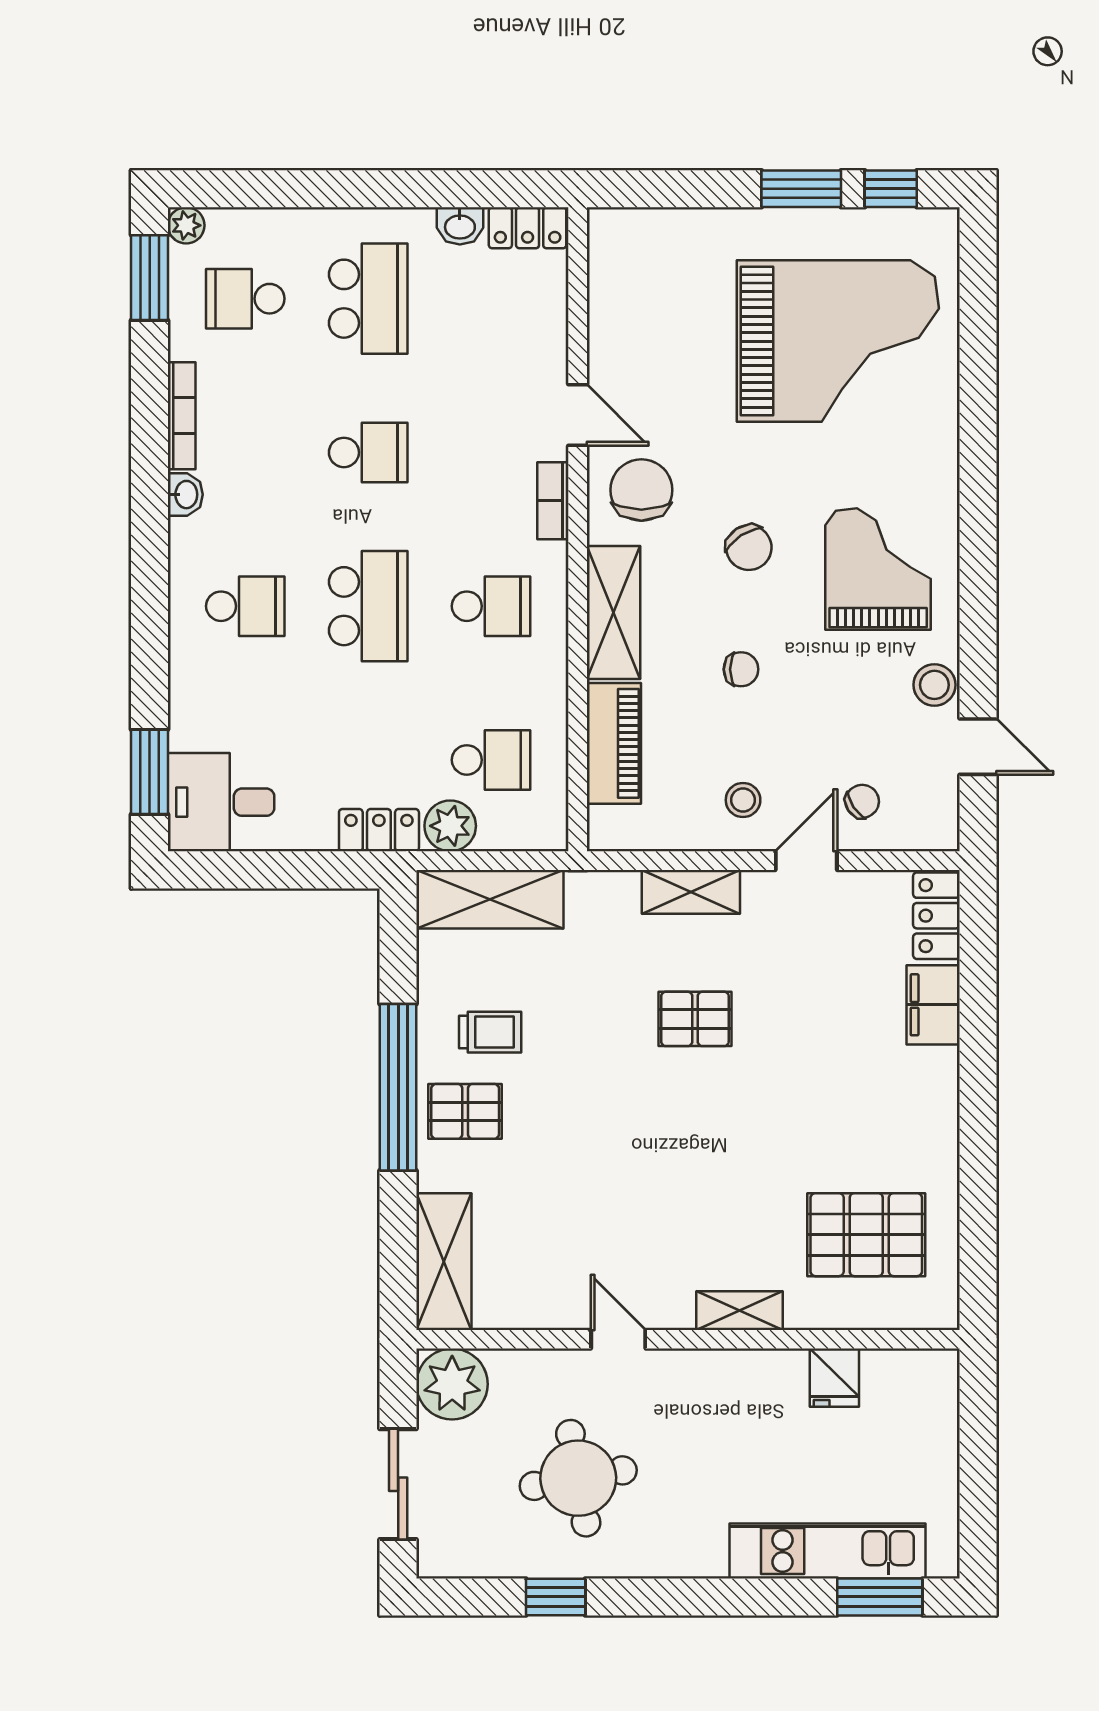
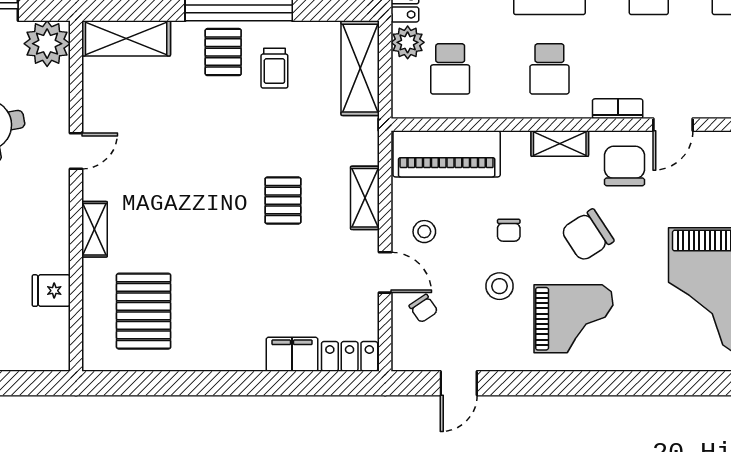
chair: (641, 490) -> (625, 166), turned -90
chair: (749, 548) -> (587, 235), width x1.37, depth x1.37
shelving: (613, 613) -> (560, 144), width x0.67, depth x0.75
stool: (934, 685) -> (500, 286), moved
piano: (614, 743) -> (447, 154), width x1.37, depth x1.33

